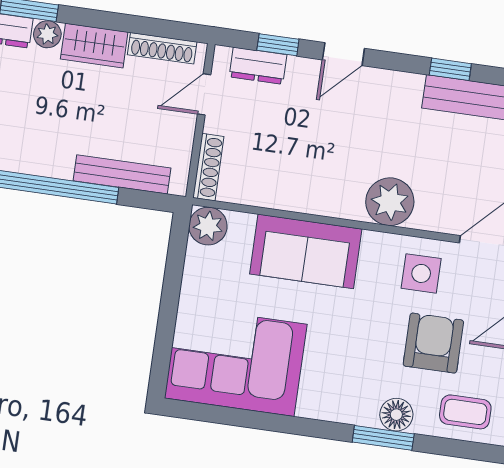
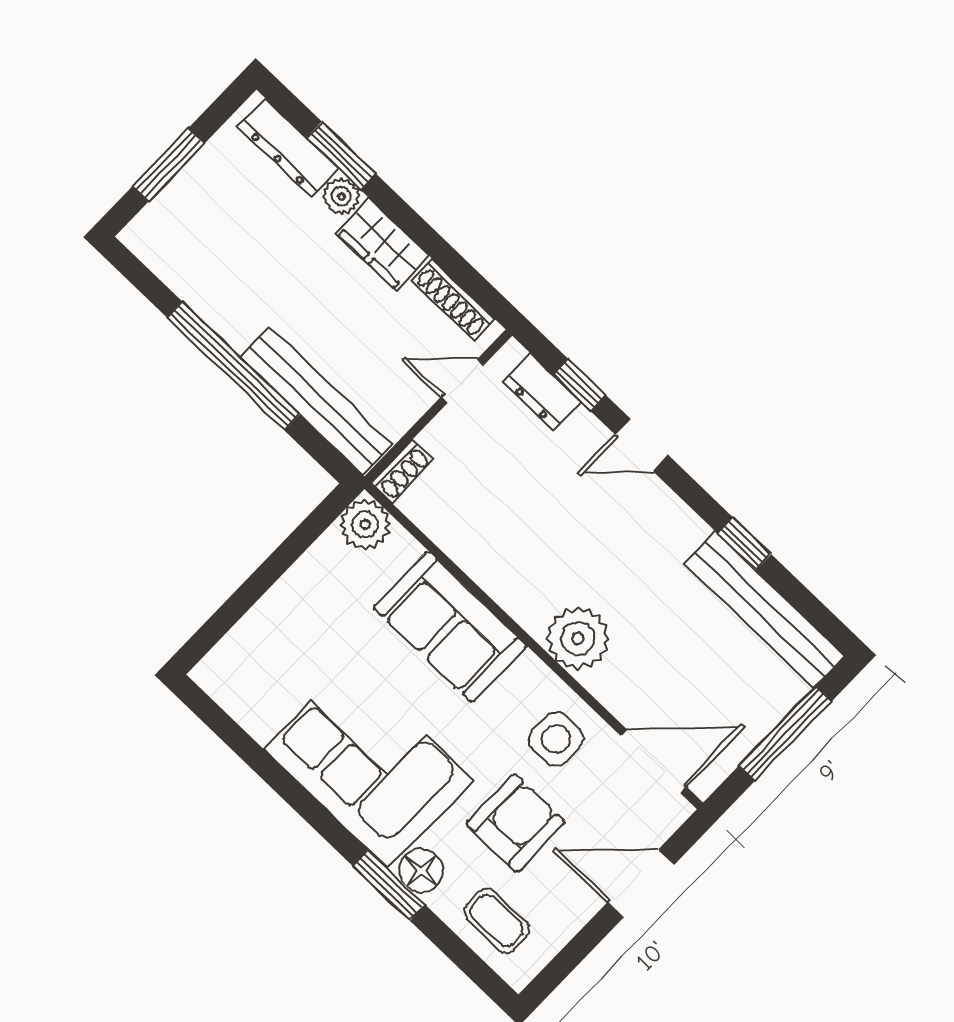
shoe rack: (208, 167) -> (402, 471), width x0.70
bench: (122, 174) -> (316, 401), width x1.37, depth x1.21
corner sofa: (236, 361) -> (368, 765), moved

